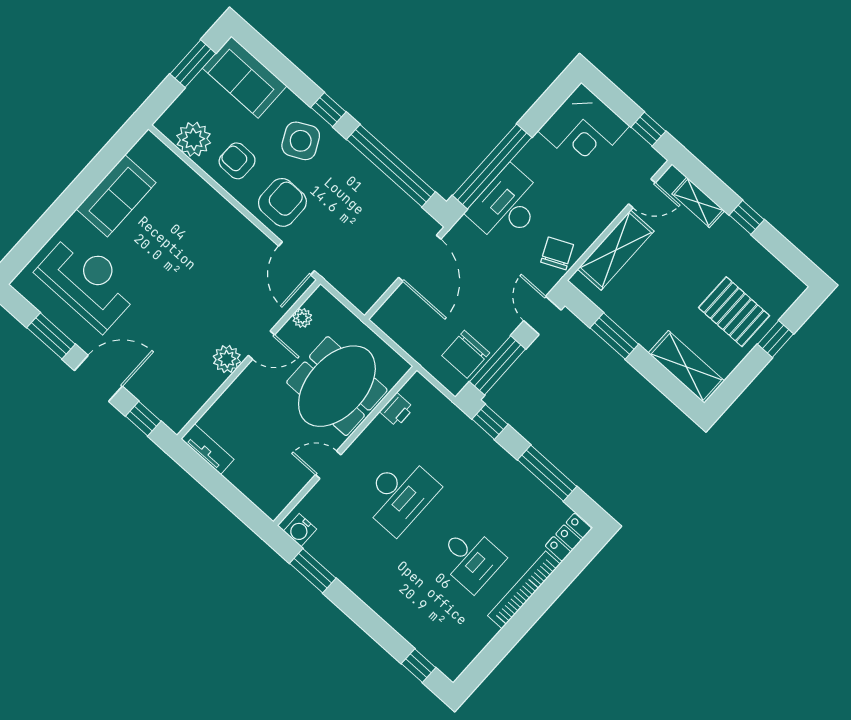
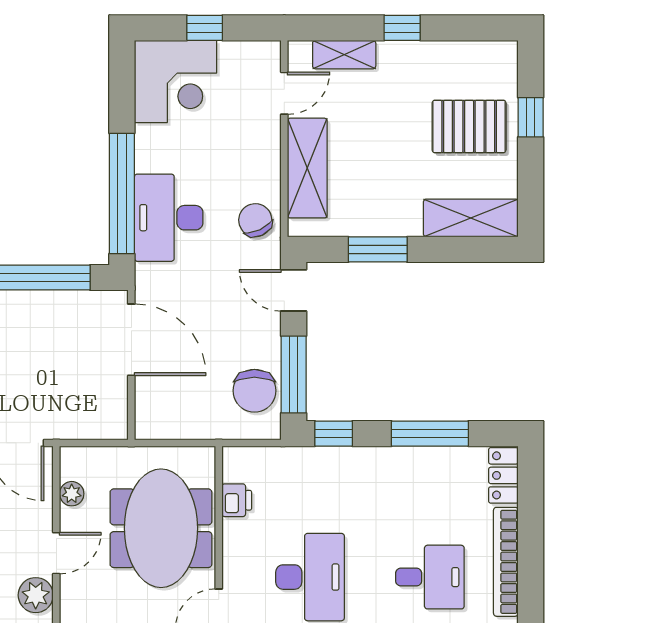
window: (648, 129) -> (205, 28), moved

